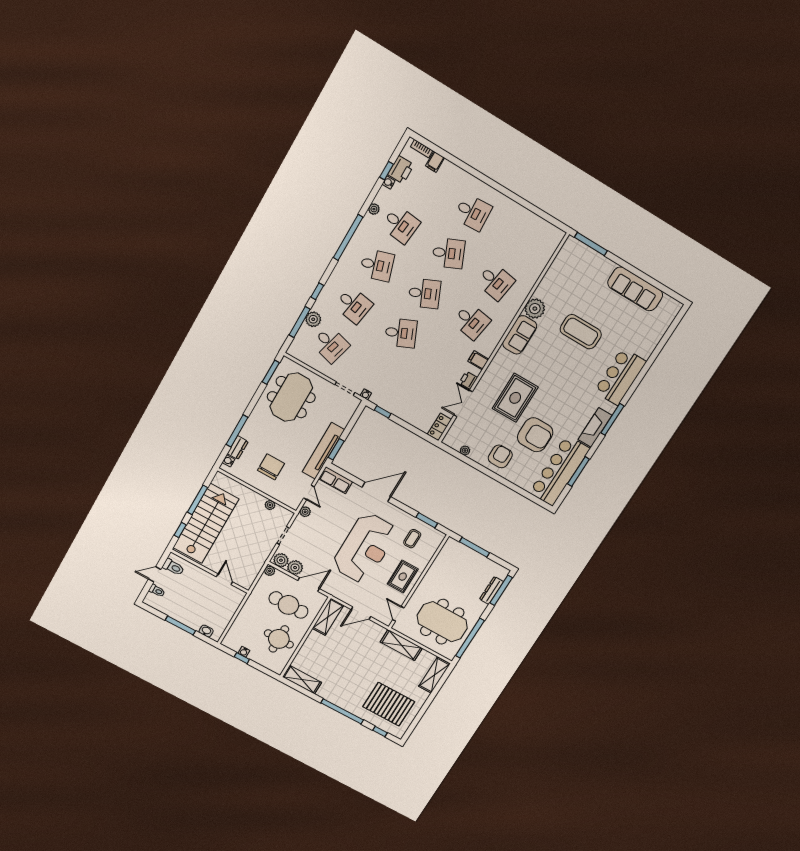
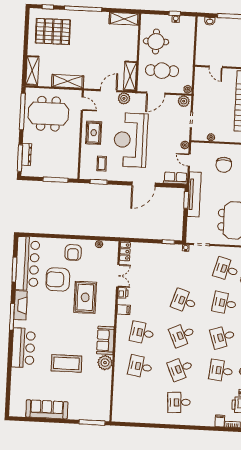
desk: (401, 333) -> (184, 301), turned 42
plant: (295, 568) -> (124, 98), moved

